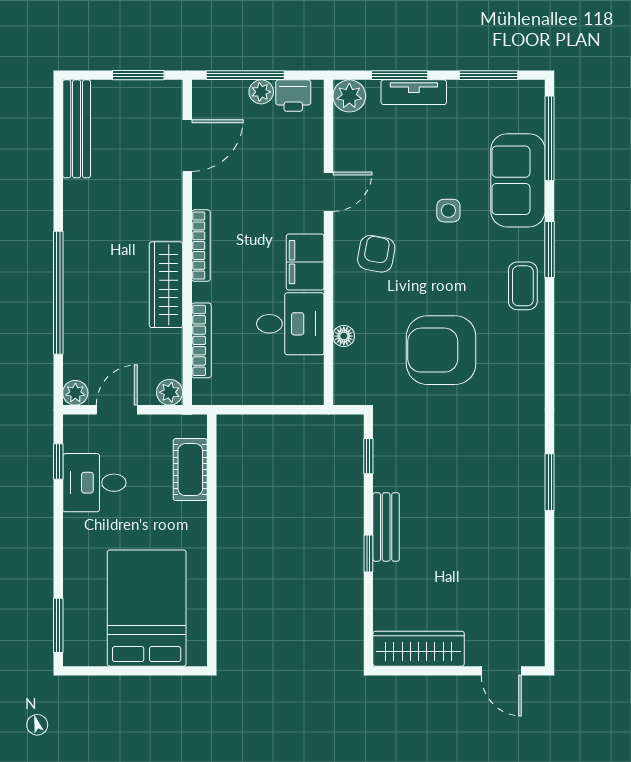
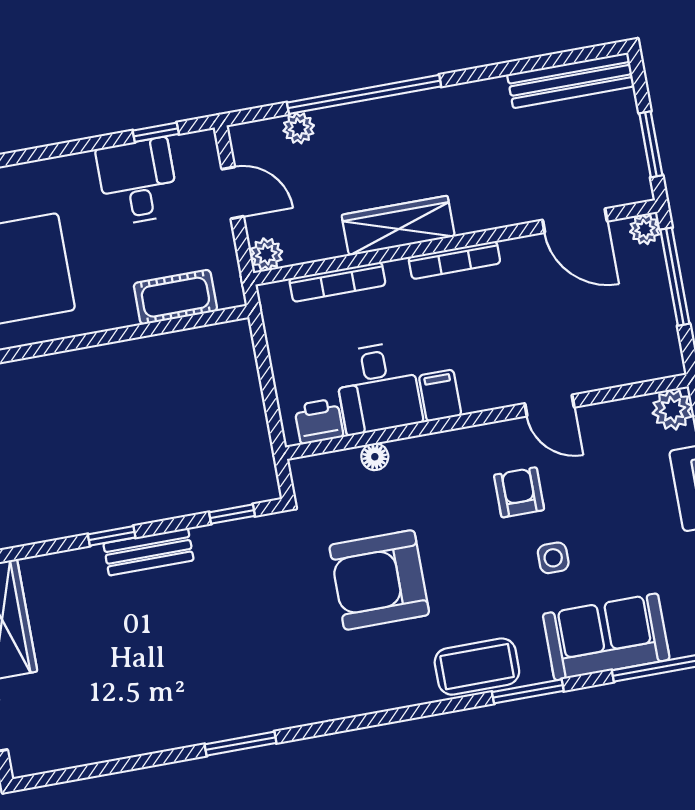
plant: (261, 92) -> (645, 229), moved
printer: (293, 96) -> (319, 421), moved, turned 90
armchair: (376, 254) -> (519, 492), moved, turned -100
filing cabinet: (305, 262) -> (440, 396), width x0.50
coffee table: (523, 286) -> (477, 667), width x1.36, depth x1.30
armchair: (441, 350) -> (379, 580), turned -90
plant: (75, 393) -> (299, 128), moved

